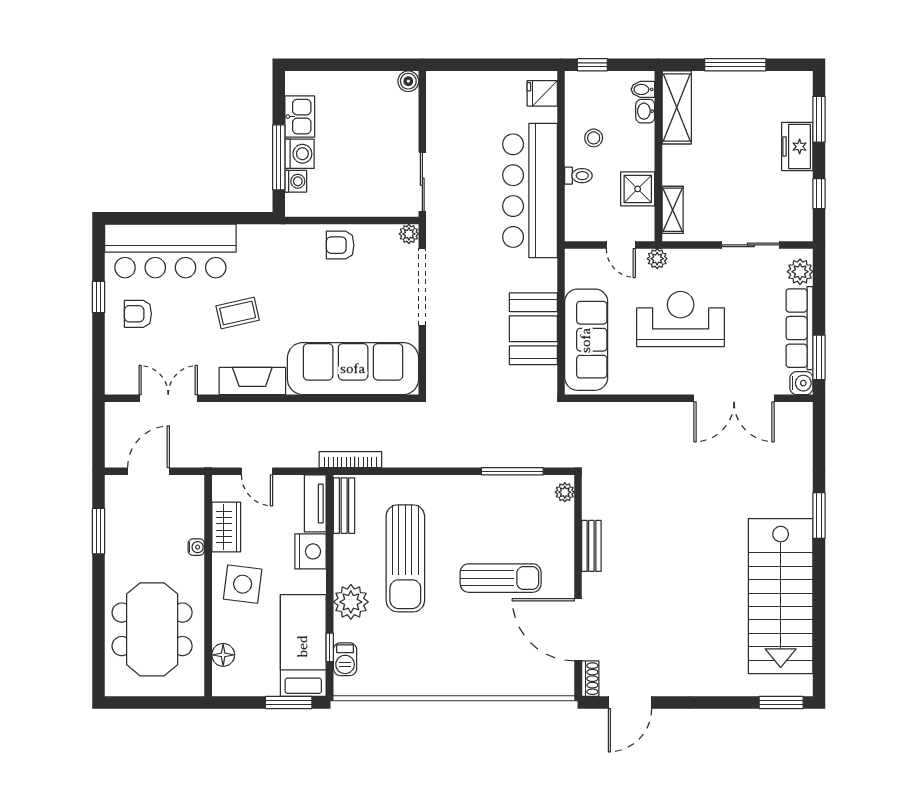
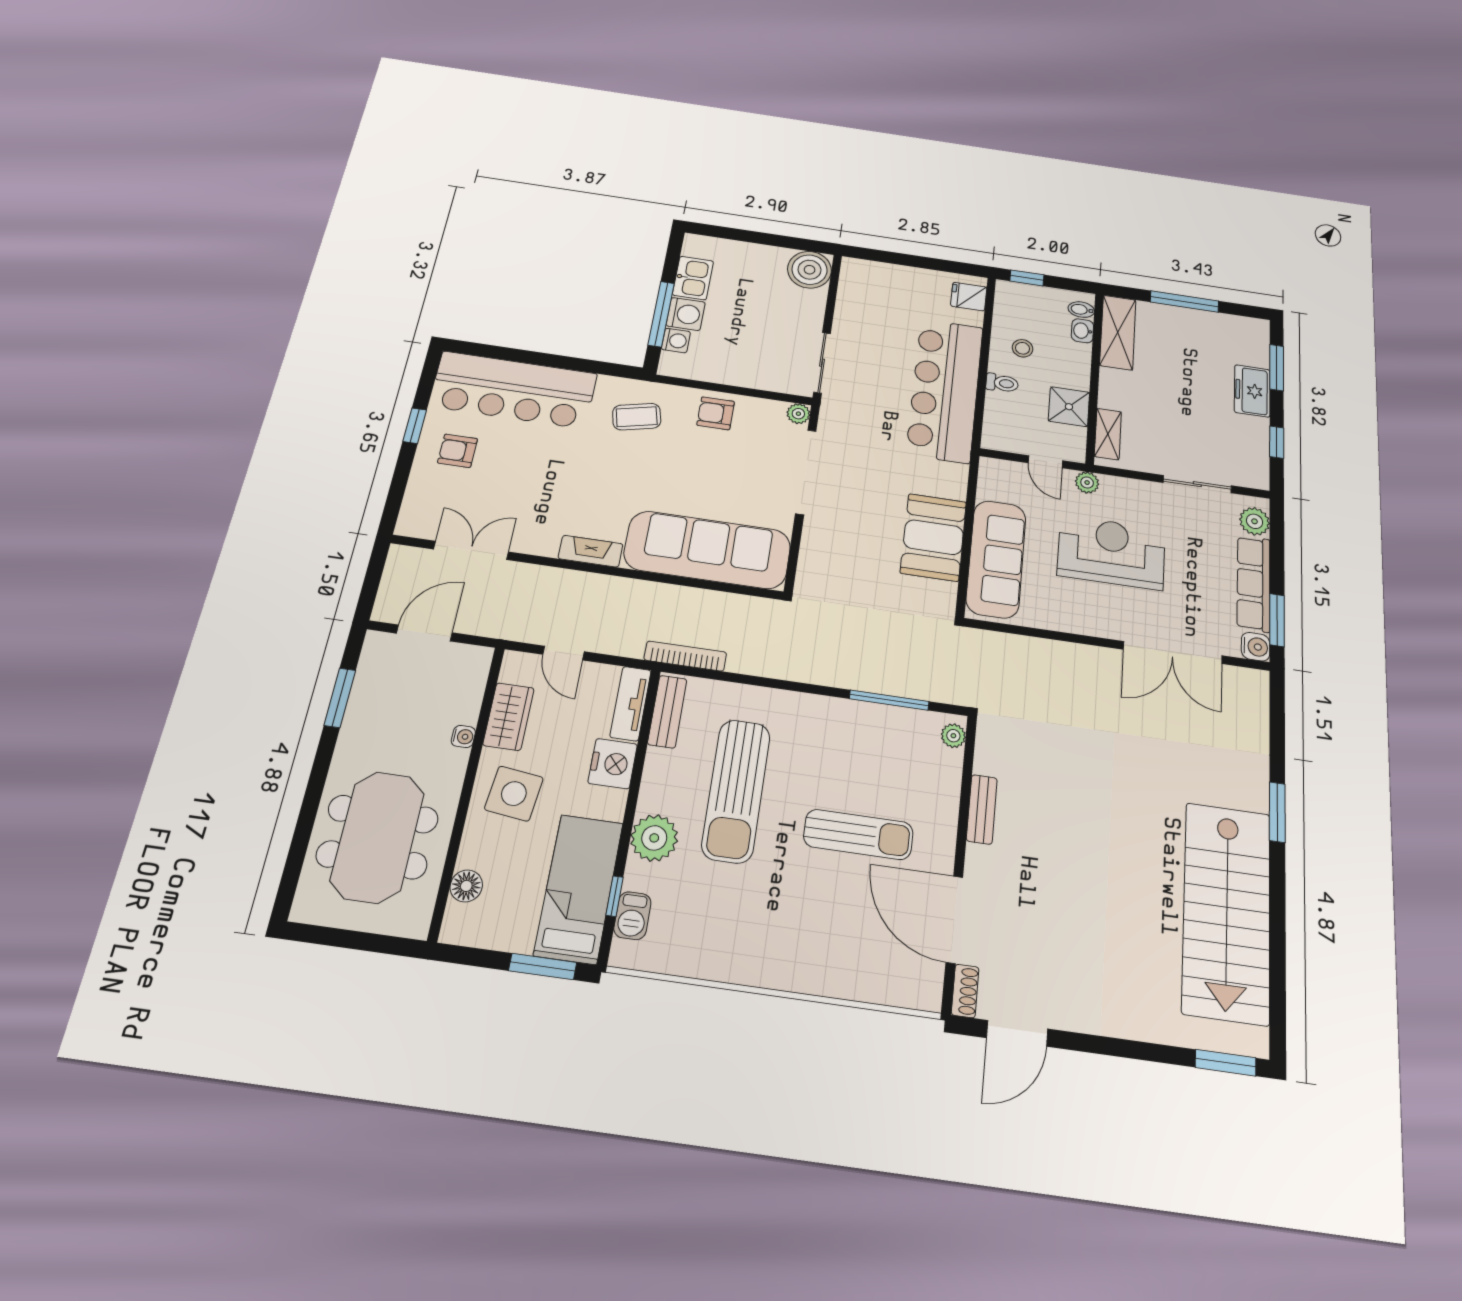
boiler: (408, 81) -> (810, 270), width x1.86, depth x1.86
coffee table: (238, 313) -> (637, 417), moved
fireplace: (252, 381) -> (591, 551), width x0.73, depth x0.76

